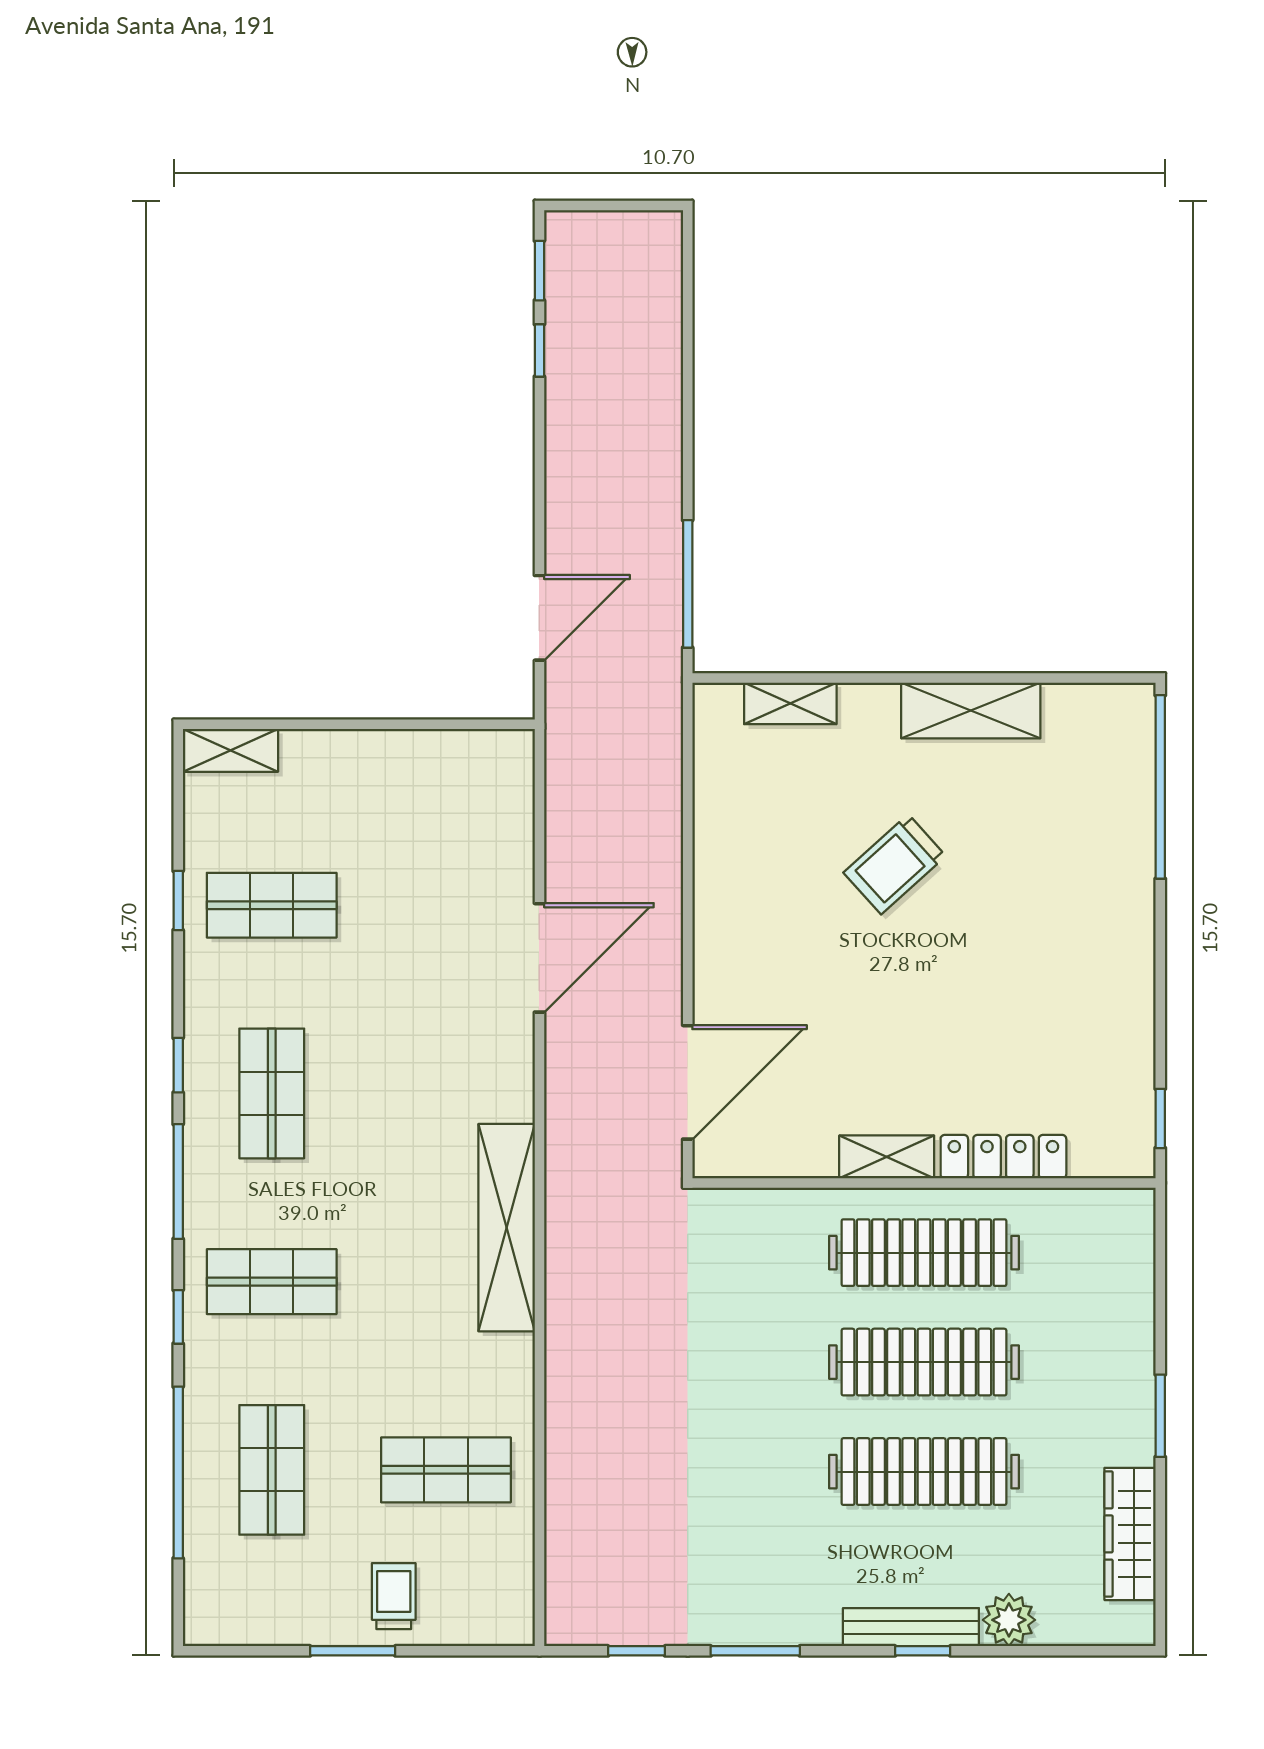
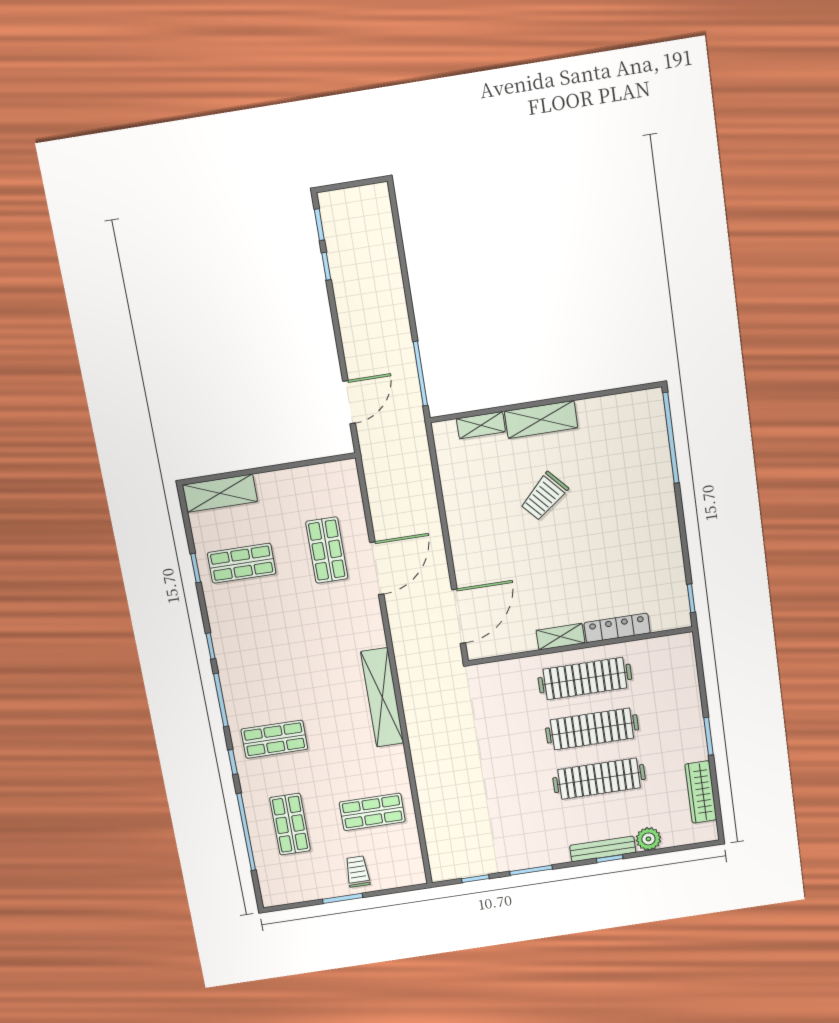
shelving: (971, 710) -> (541, 419), moved
shelving: (230, 750) -> (220, 493), width x1.50, depth x1.33
shop shelf: (272, 1093) -> (327, 550), moved

